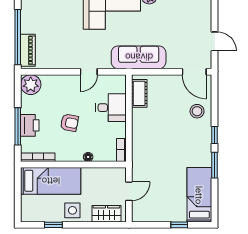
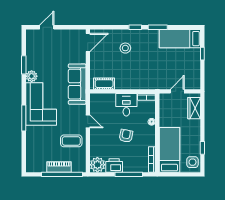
door: (215, 41) -> (47, 27), moved
piano: (28, 50) -> (59, 167), moved
coffee table: (63, 50) -> (71, 141), added
desk: (111, 108) -> (126, 105), moved
stool: (197, 111) -> (125, 48), moved
printer: (30, 125) -> (114, 165), moved
door: (129, 191) -> (177, 91), hinge flipped
side table: (72, 210) -> (192, 162), moved

